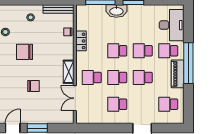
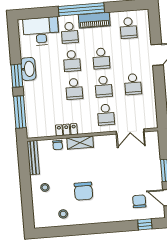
washbasin: (116, 11) -> (28, 69), moved
shelving: (69, 72) -> (80, 143), moved
chair: (34, 86) -> (139, 201), moved

